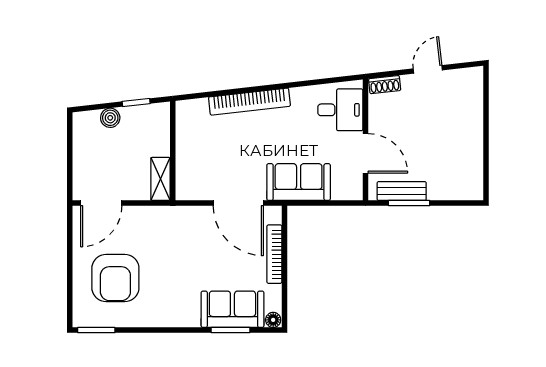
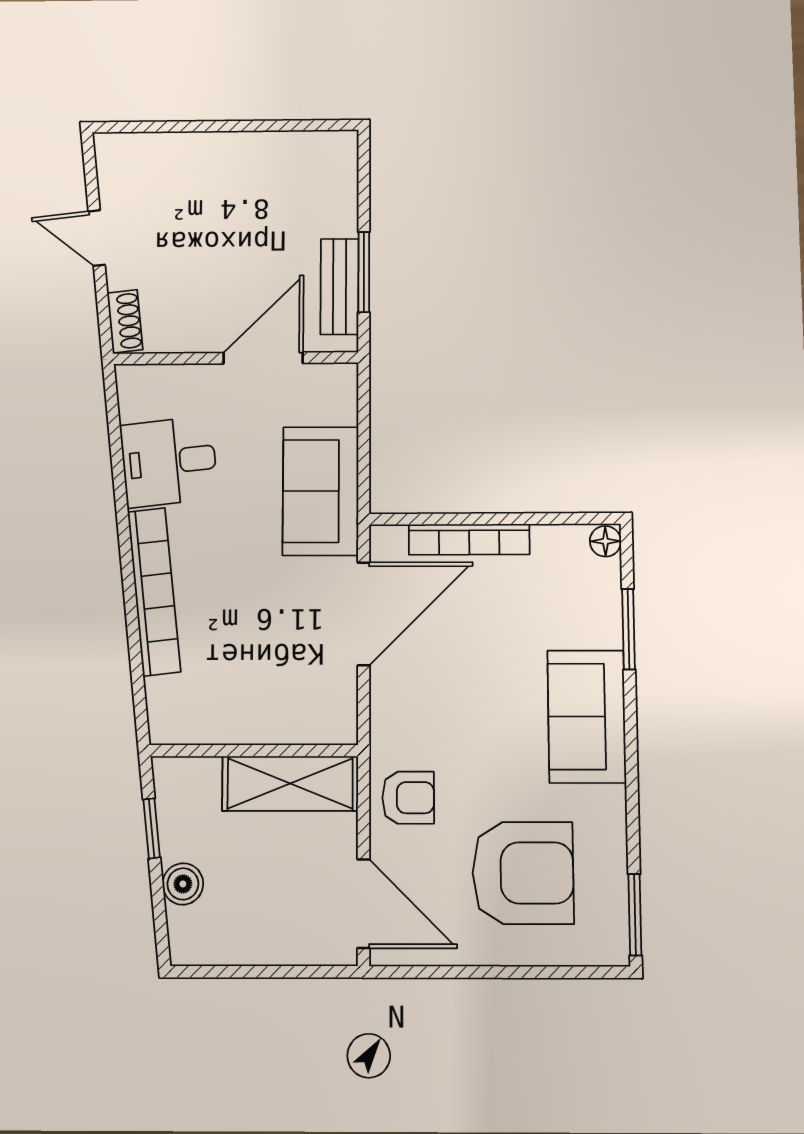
desk: (340, 110) -> (169, 462), moved, turned -96
shelving: (160, 179) -> (290, 783), width x1.50, depth x1.33
armchair: (150, 224) -> (408, 798), added
sofa: (232, 309) -> (587, 716), moved

